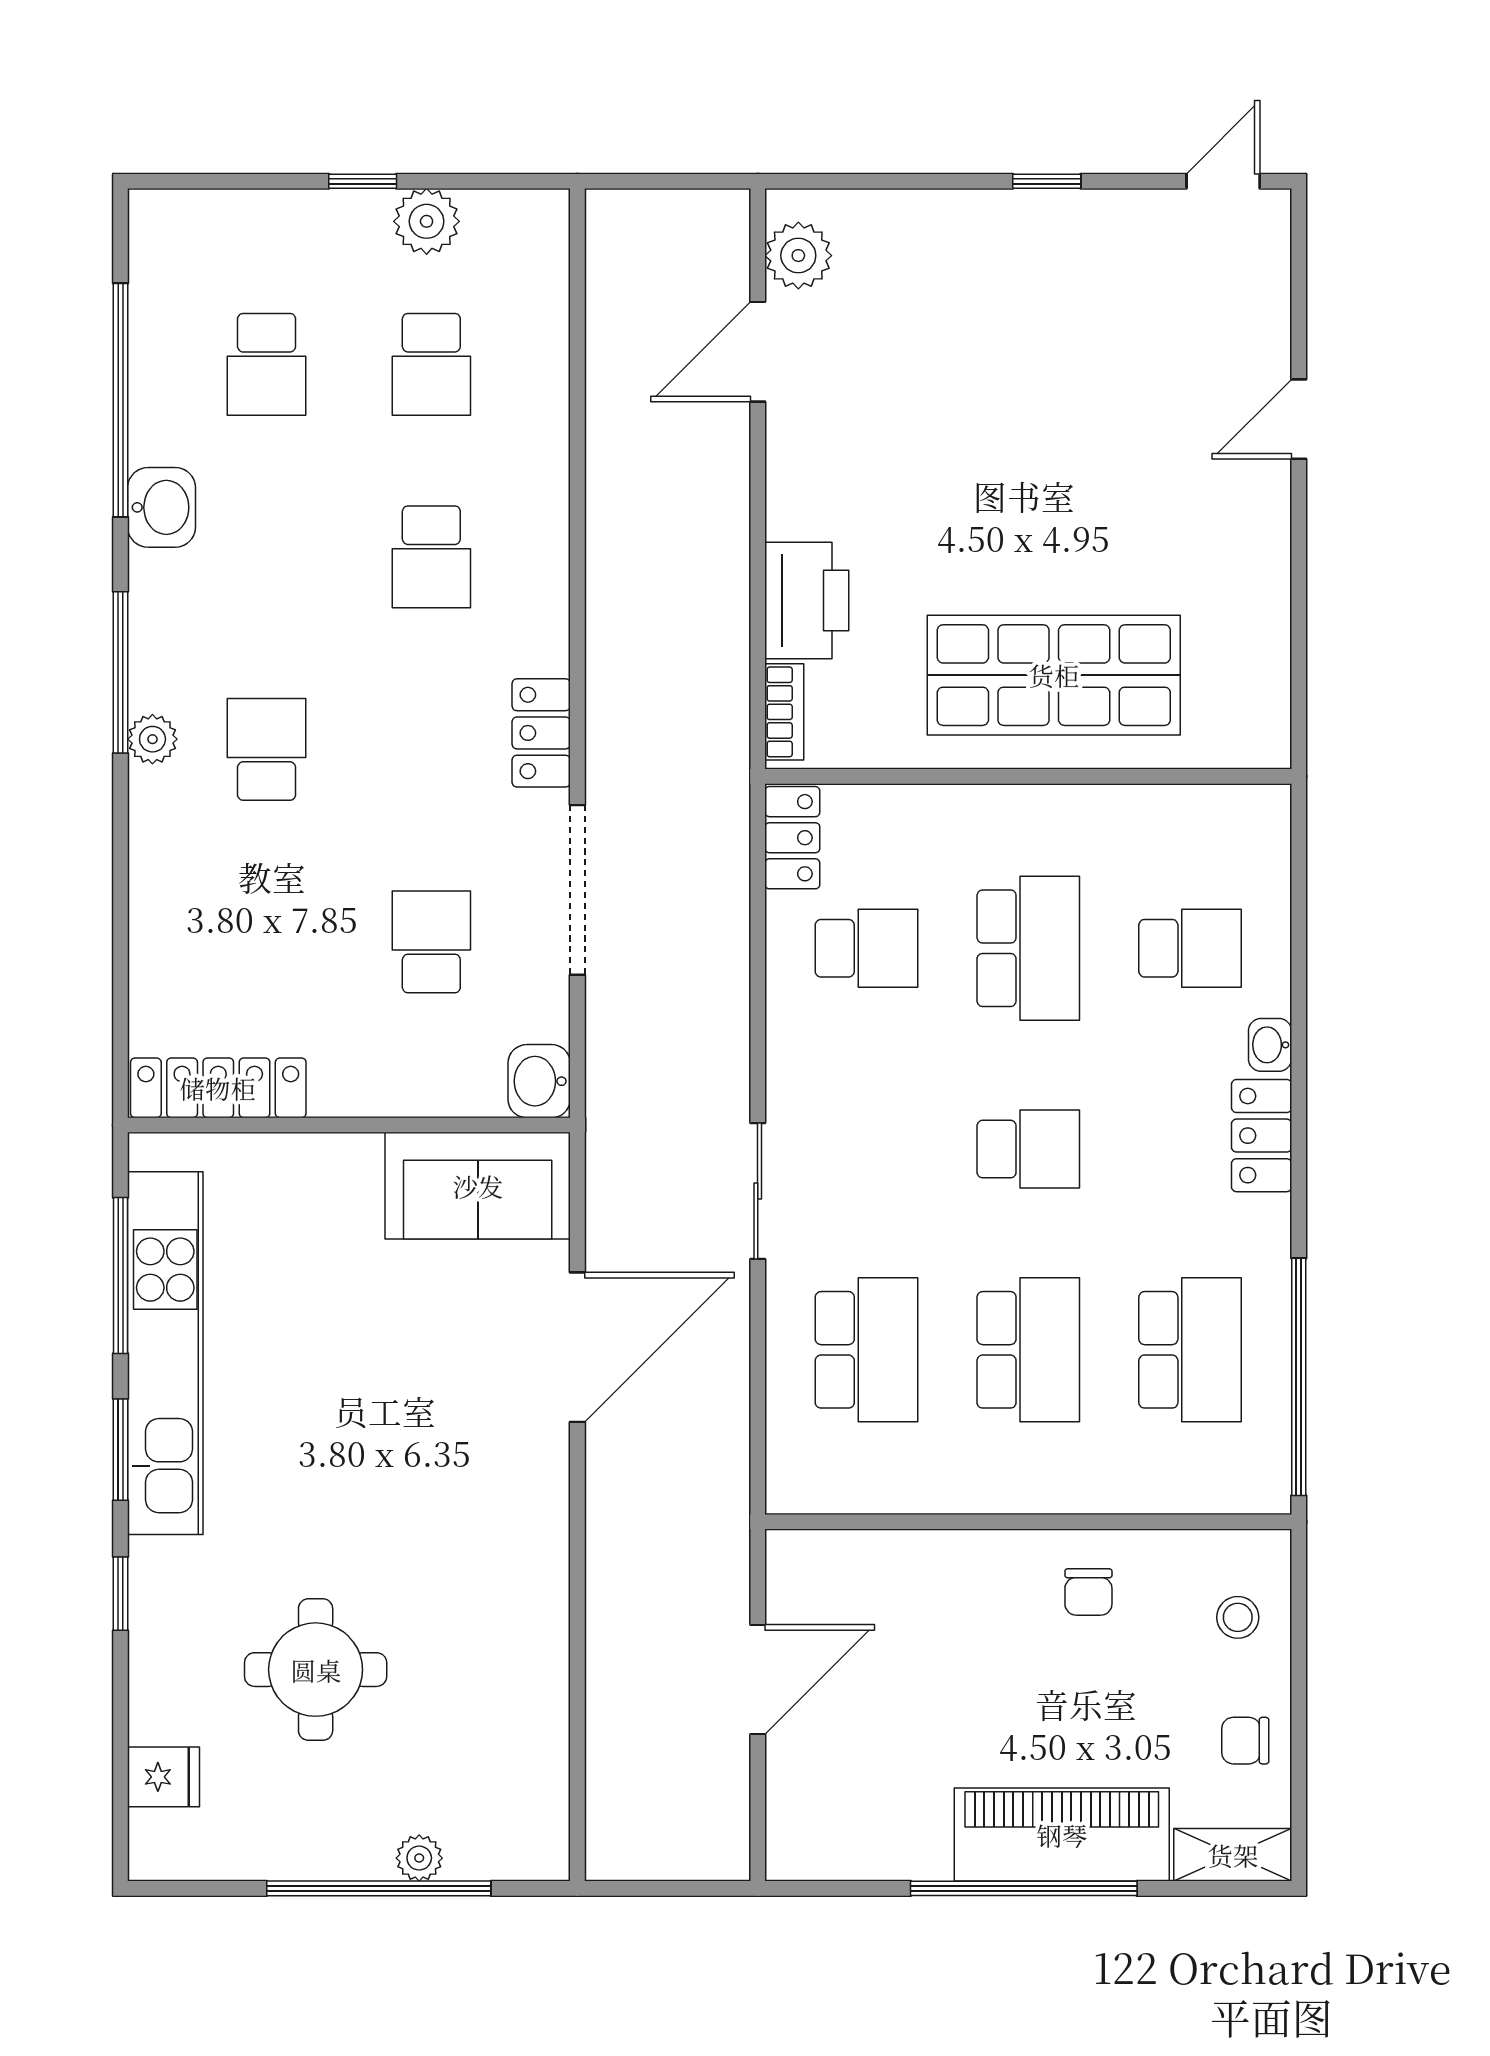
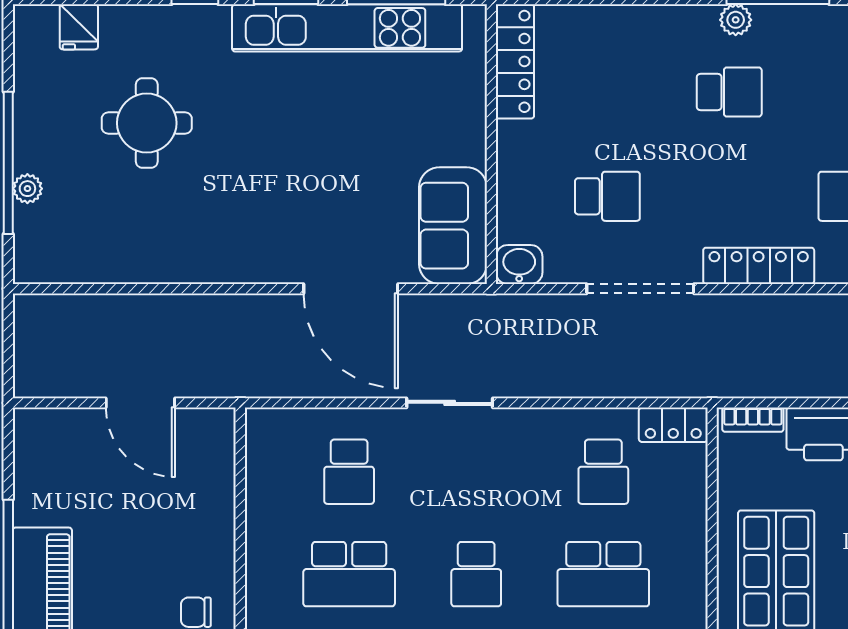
locker: (541, 733) -> (759, 266), width x1.53
school desk: (866, 1350) -> (349, 472), width x0.54

